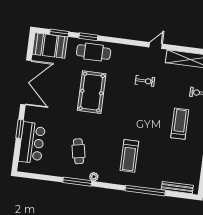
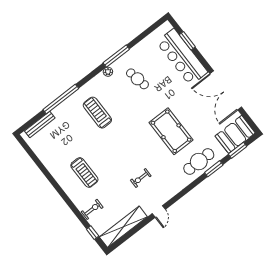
window: (20, 129) -> (187, 41), moved
bar counter: (32, 143) -> (182, 57), width x1.36

